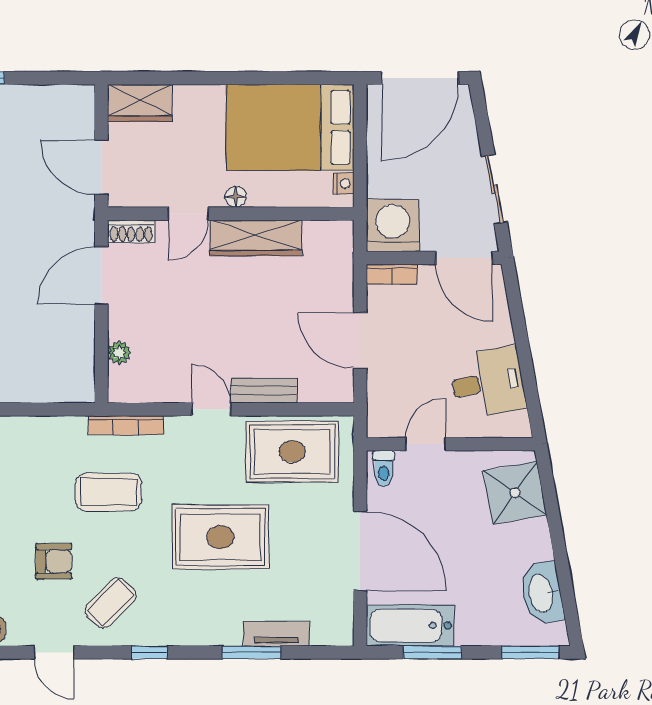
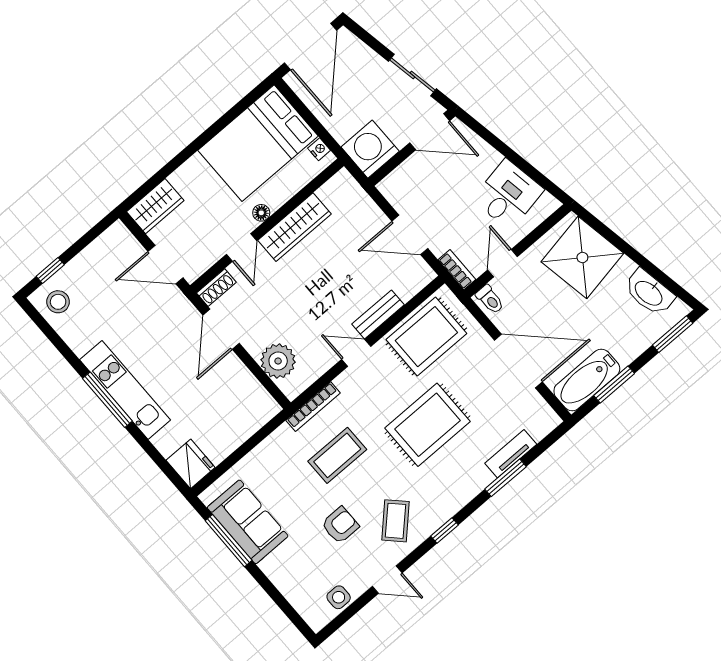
bookcase: (392, 274) -> (457, 270), moved, turned -90
plant: (119, 353) -> (278, 361), width x1.87, depth x1.87
shower: (515, 493) -> (582, 257), width x1.37, depth x1.37

